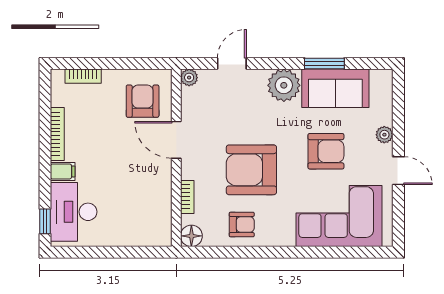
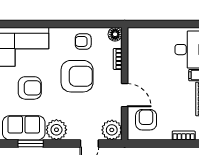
plant: (189, 78) -> (112, 130), width x1.88, depth x1.88
armchair: (143, 101) -> (146, 120), turned 180
armchair: (326, 151) -> (30, 88), turned 180

